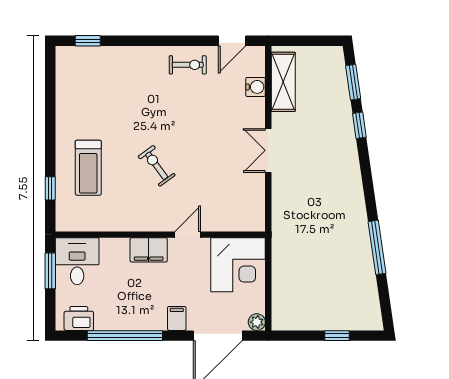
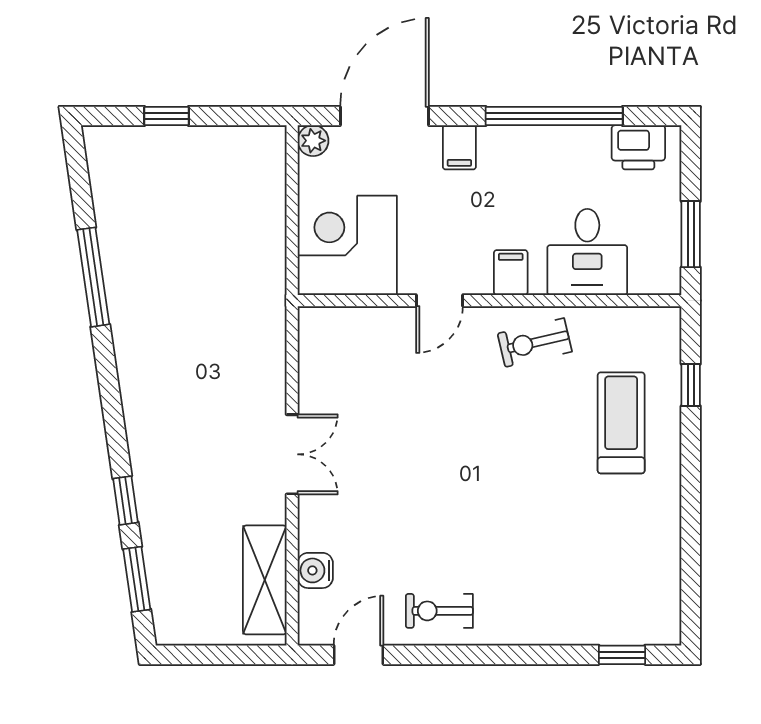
exercise bike: (157, 166) -> (535, 343), moved, turned 113
filing cabinet: (149, 250) -> (511, 273), width x0.50
desk: (77, 261) -> (587, 252), moved

